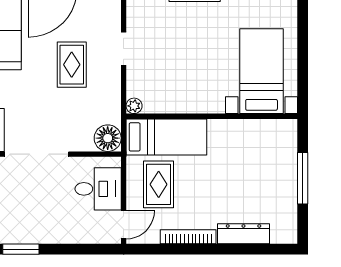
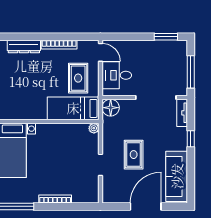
door: (124, 225) -> (100, 52), swing flipped

